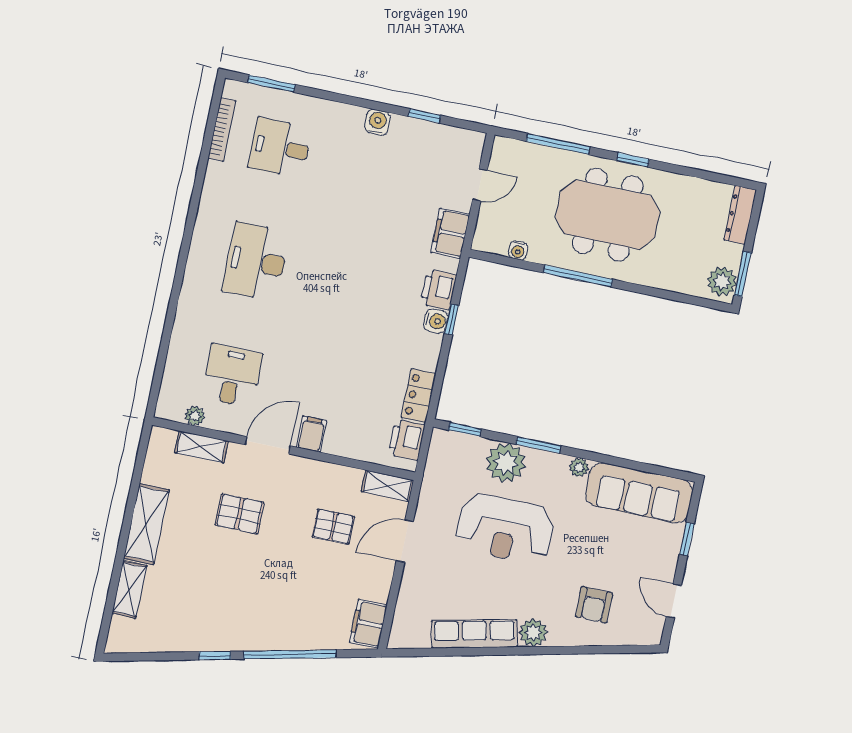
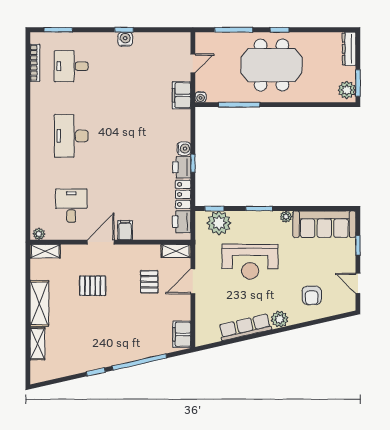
window: (424, 116) -> (124, 30), moved
water cooler: (518, 250) -> (201, 97), moved
window: (578, 276) -> (239, 105), moved
printer: (439, 290) -> (182, 167), moved
window: (452, 319) -> (193, 163), moved
plant: (195, 416) -> (39, 234), moved
shelving: (201, 447) -> (45, 251), moved
plant: (506, 463) -> (219, 223), moved
pallet: (333, 527) -> (149, 282), turned 90

